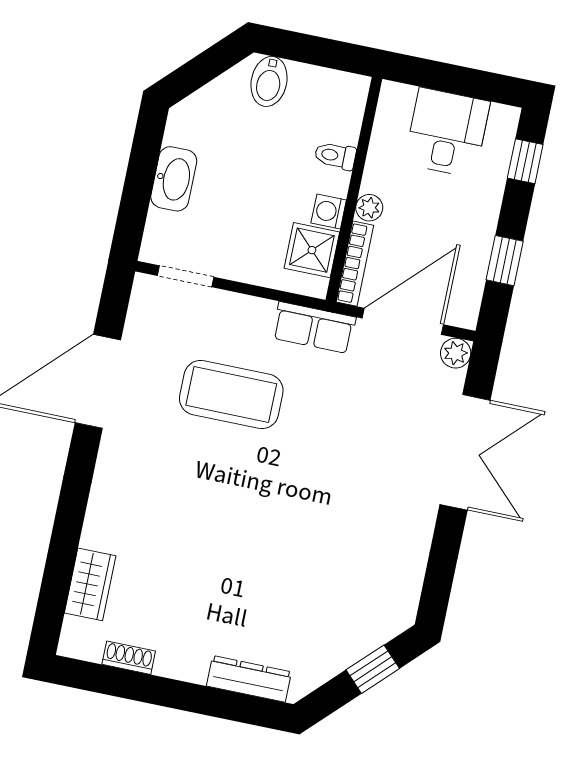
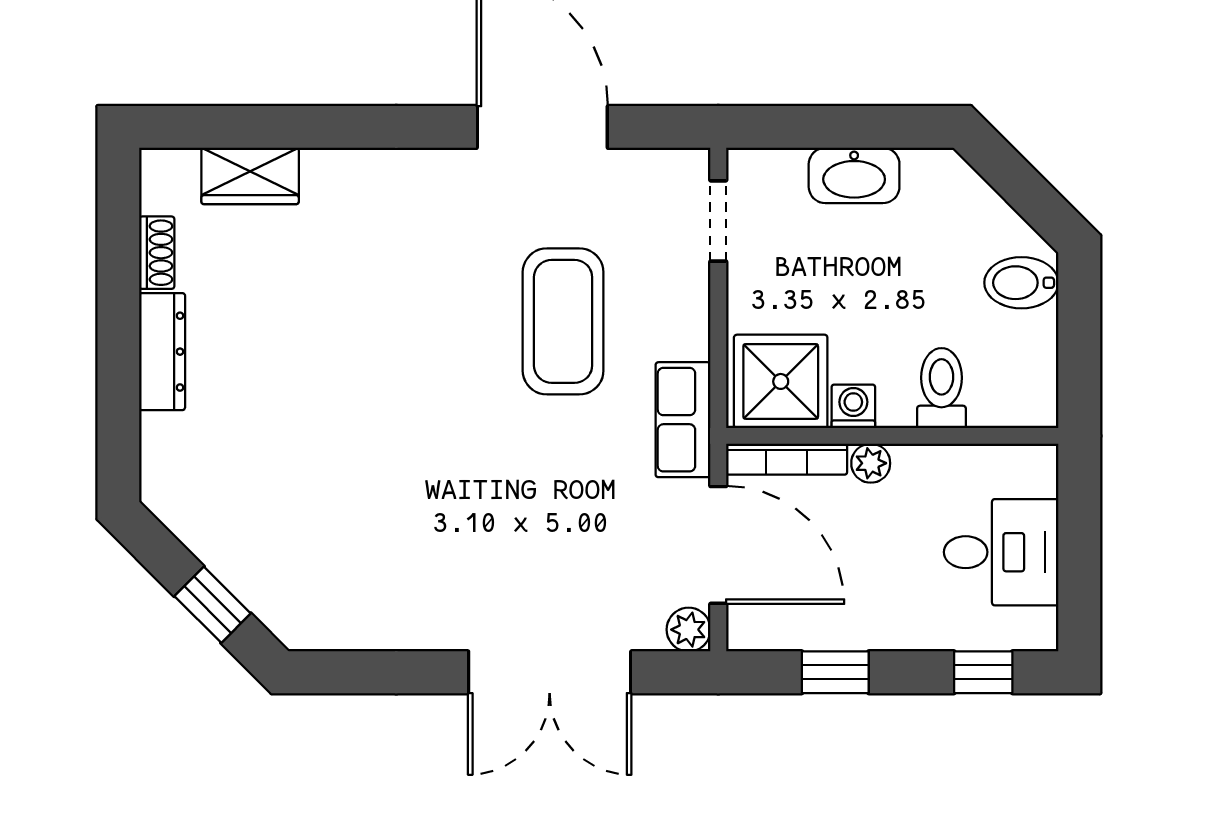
toilet: (335, 156) -> (941, 388), width x1.37, depth x1.39
shower: (312, 250) -> (781, 381), width x1.36, depth x1.36
dresser: (249, 679) -> (162, 352), moved

